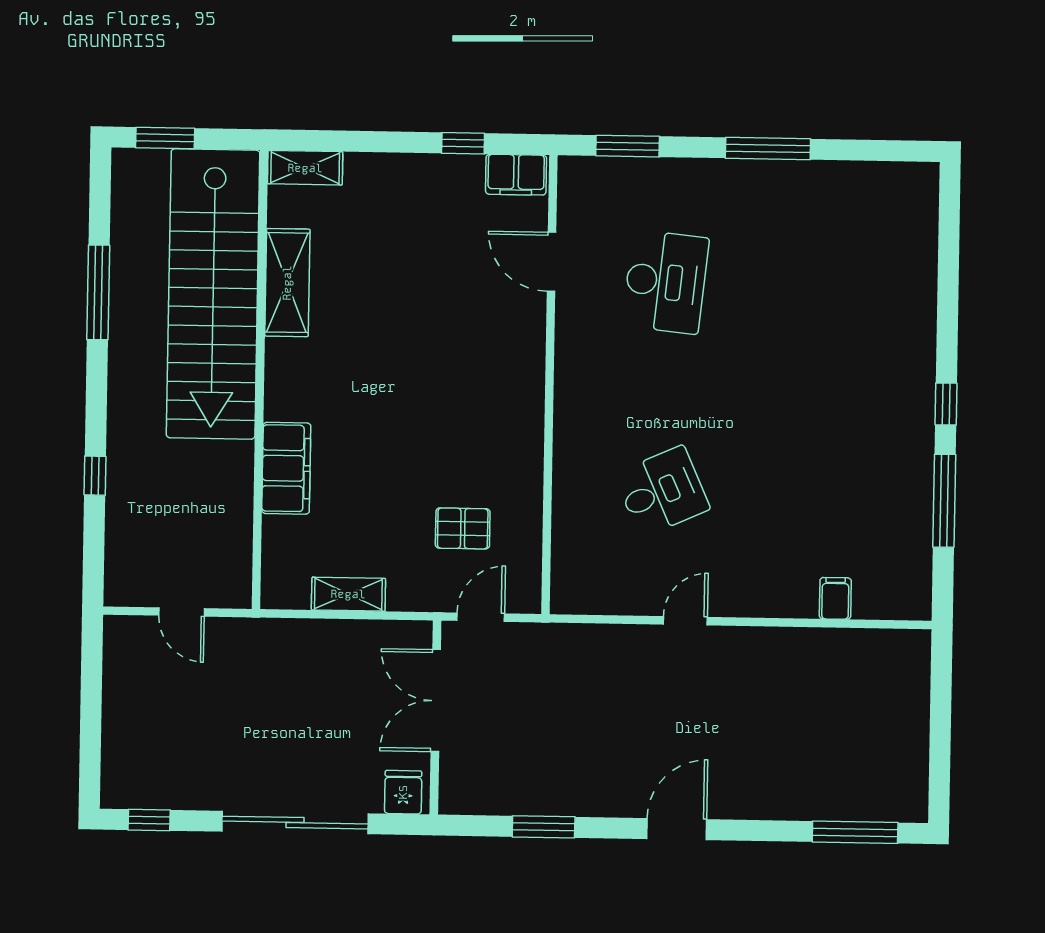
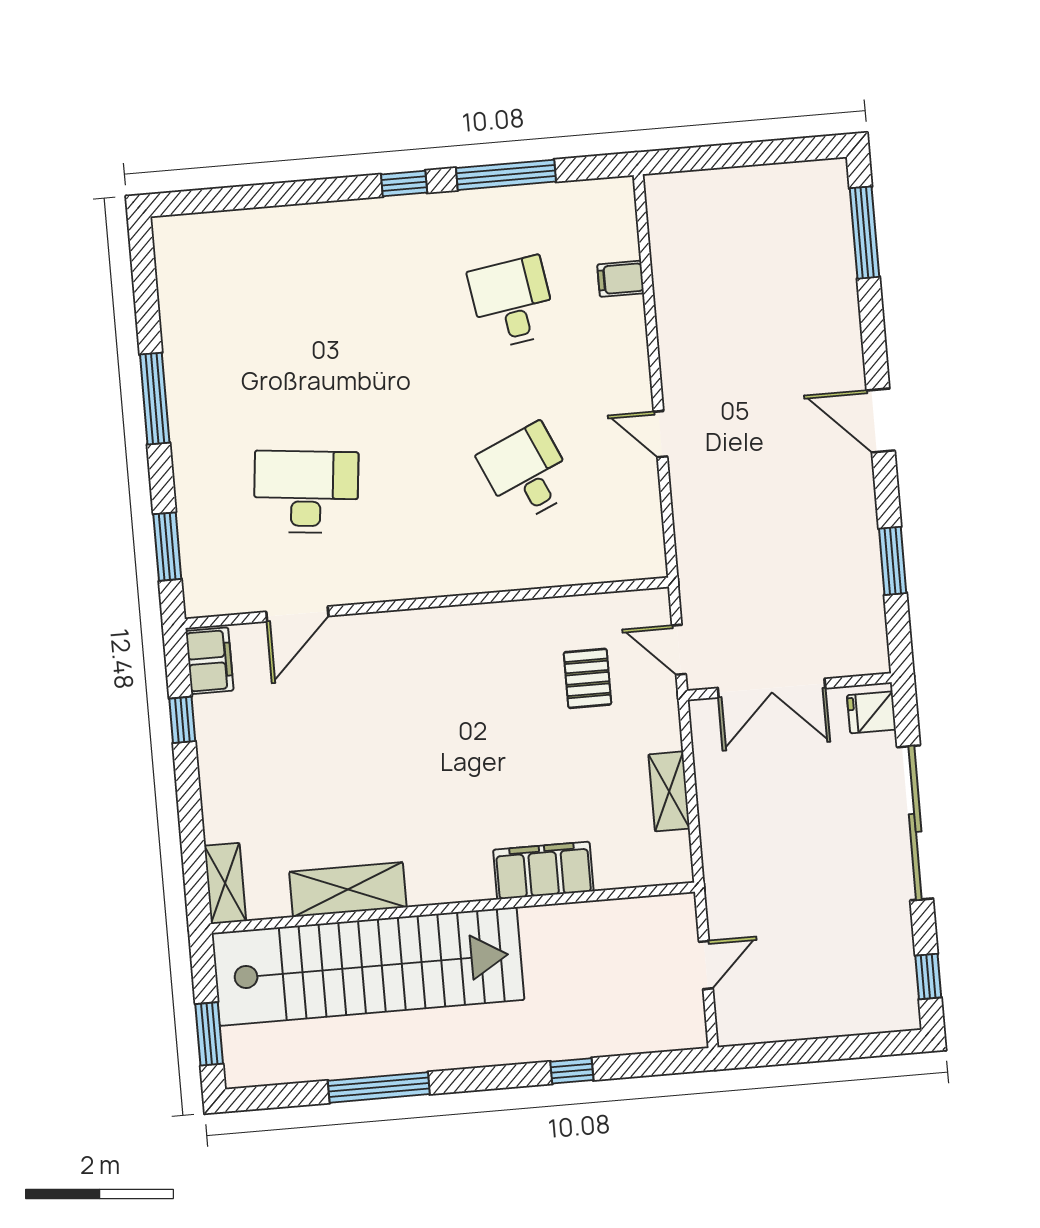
desk: (824, 494) -> (512, 302), added

